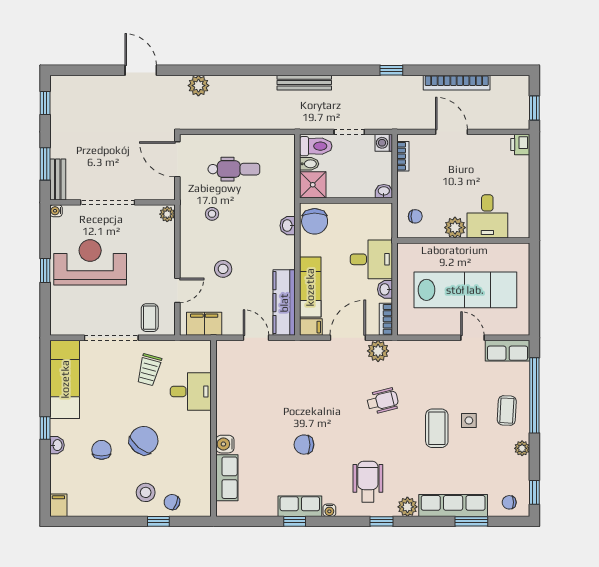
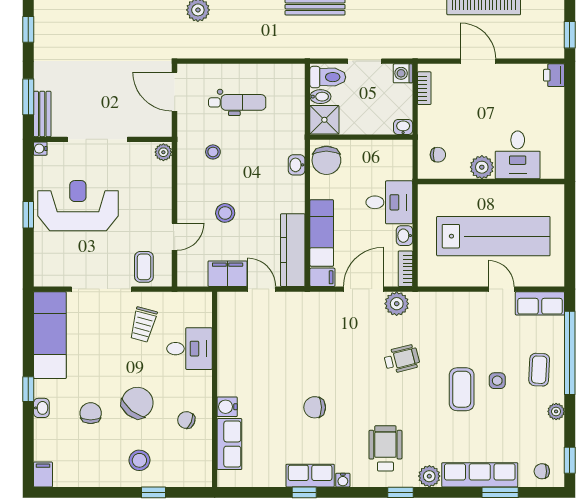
filing cabinet: (204, 324) -> (228, 274), moved
chair: (172, 502) -> (186, 420), moved

